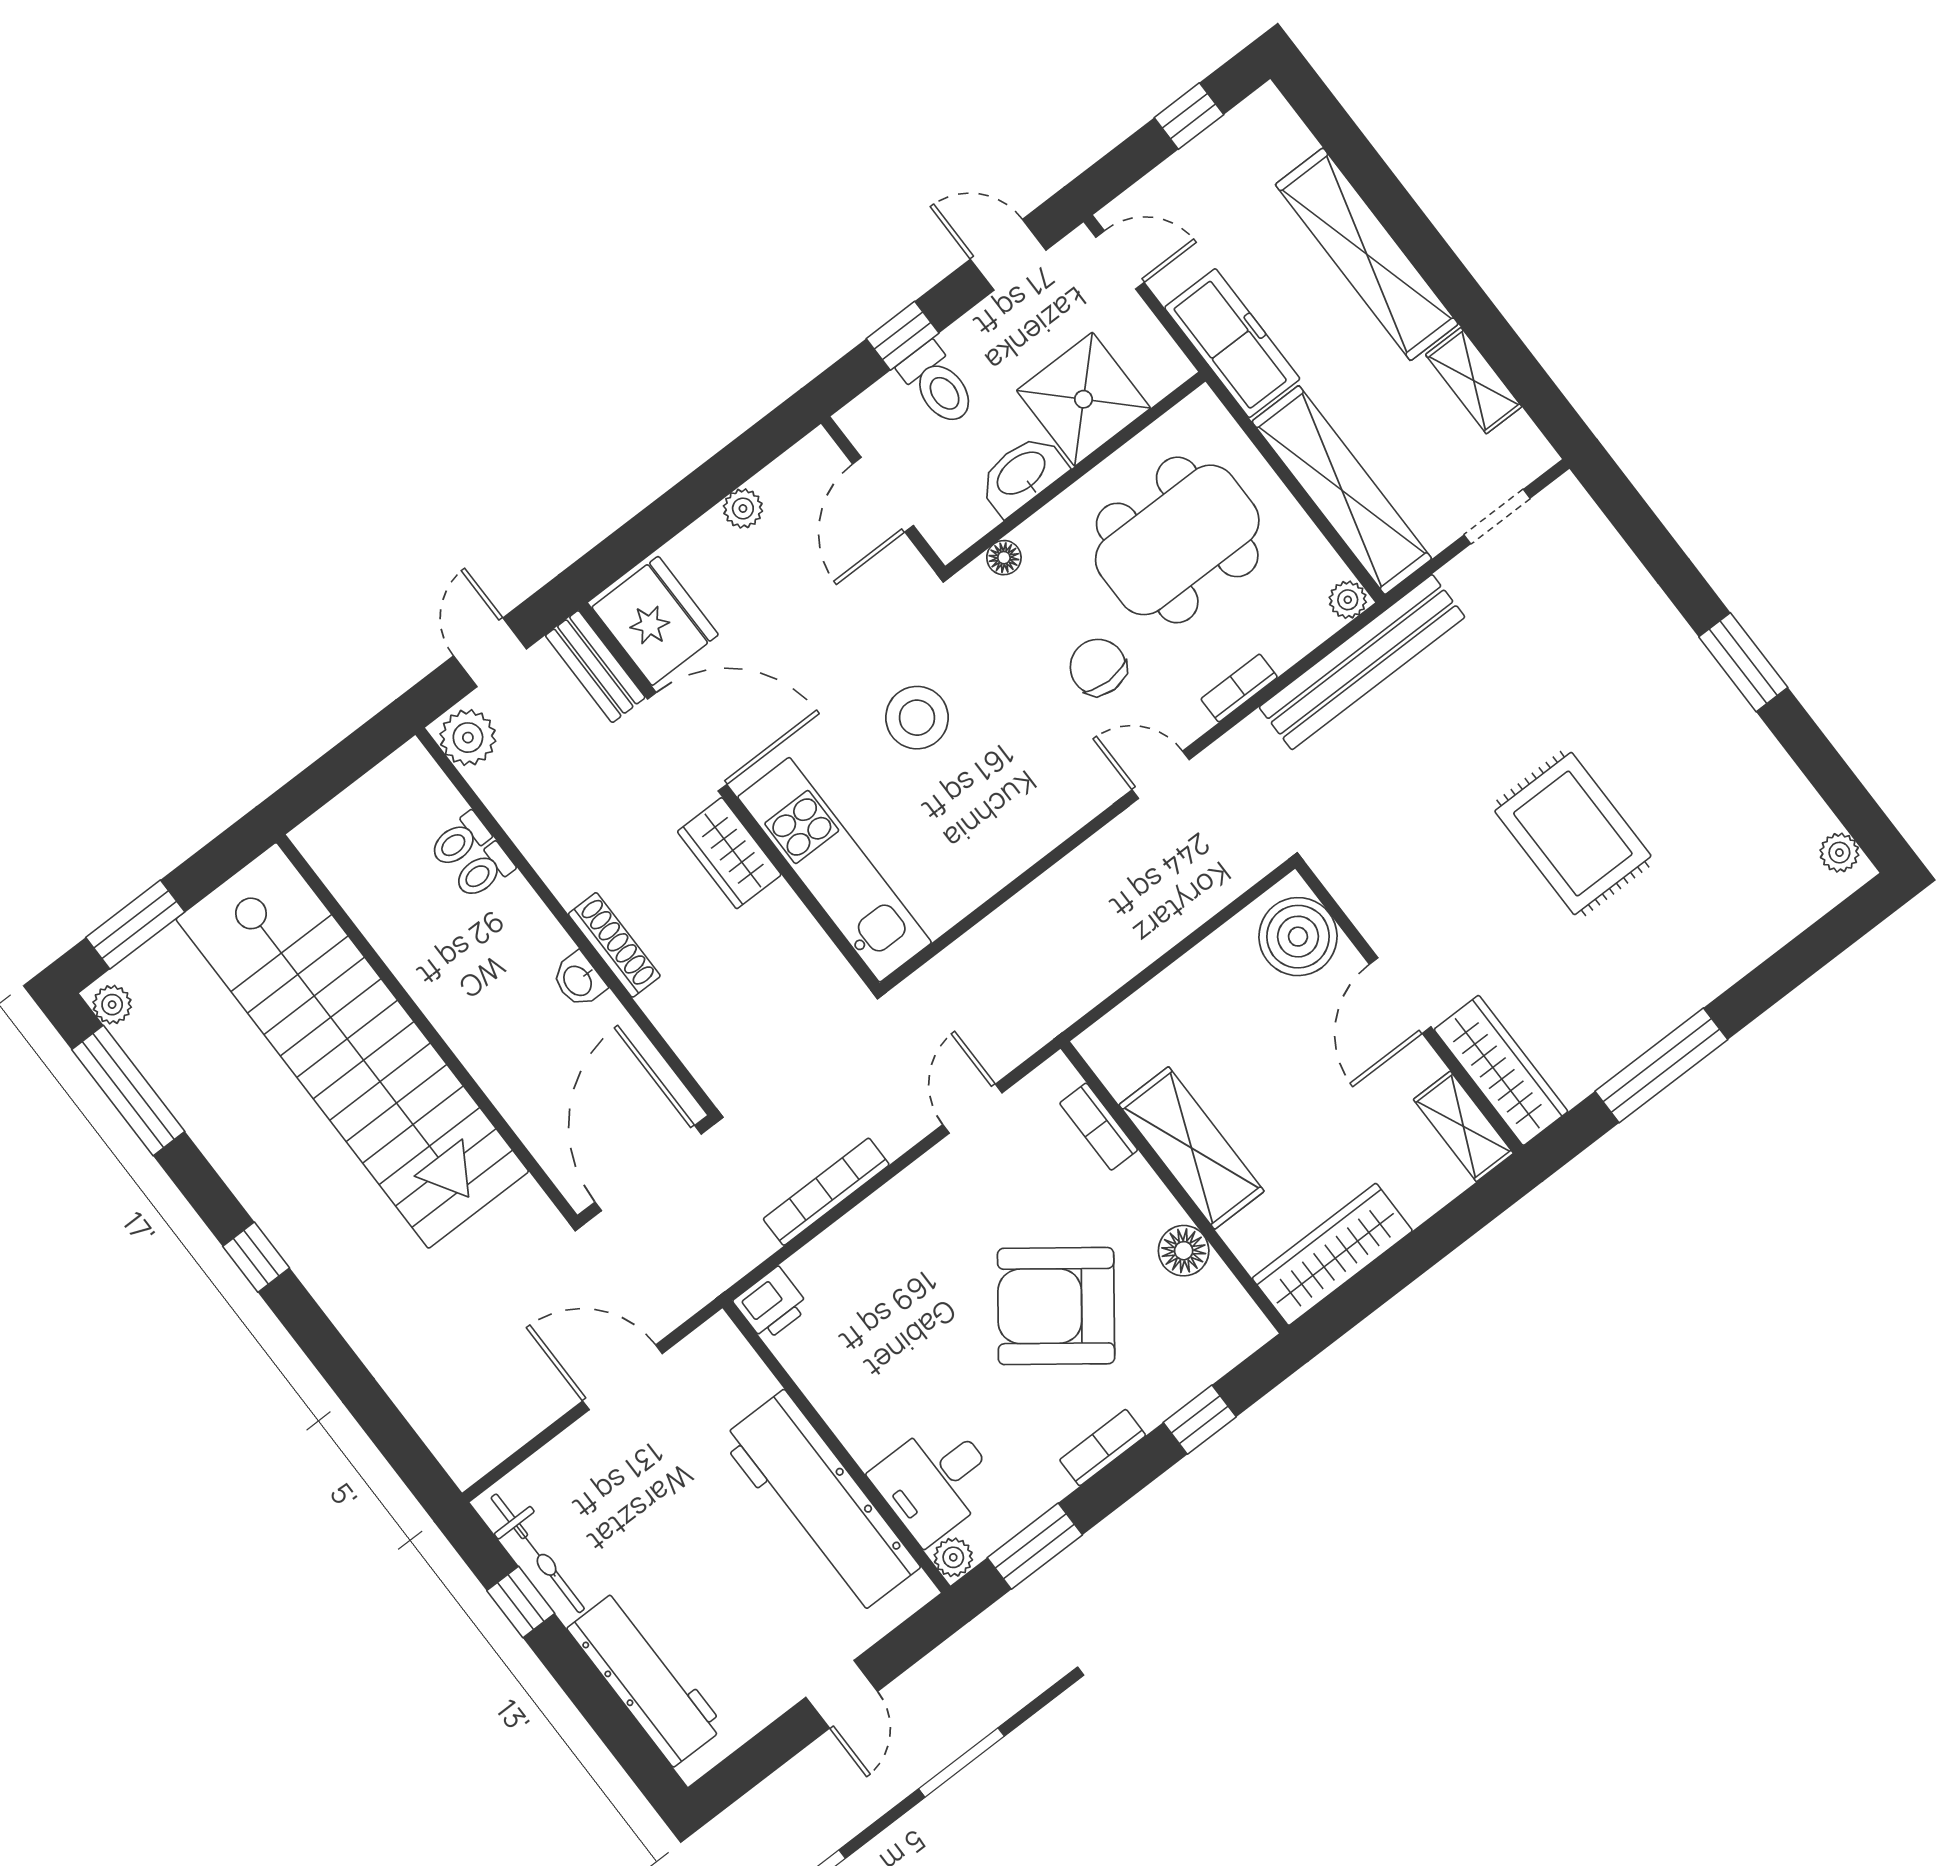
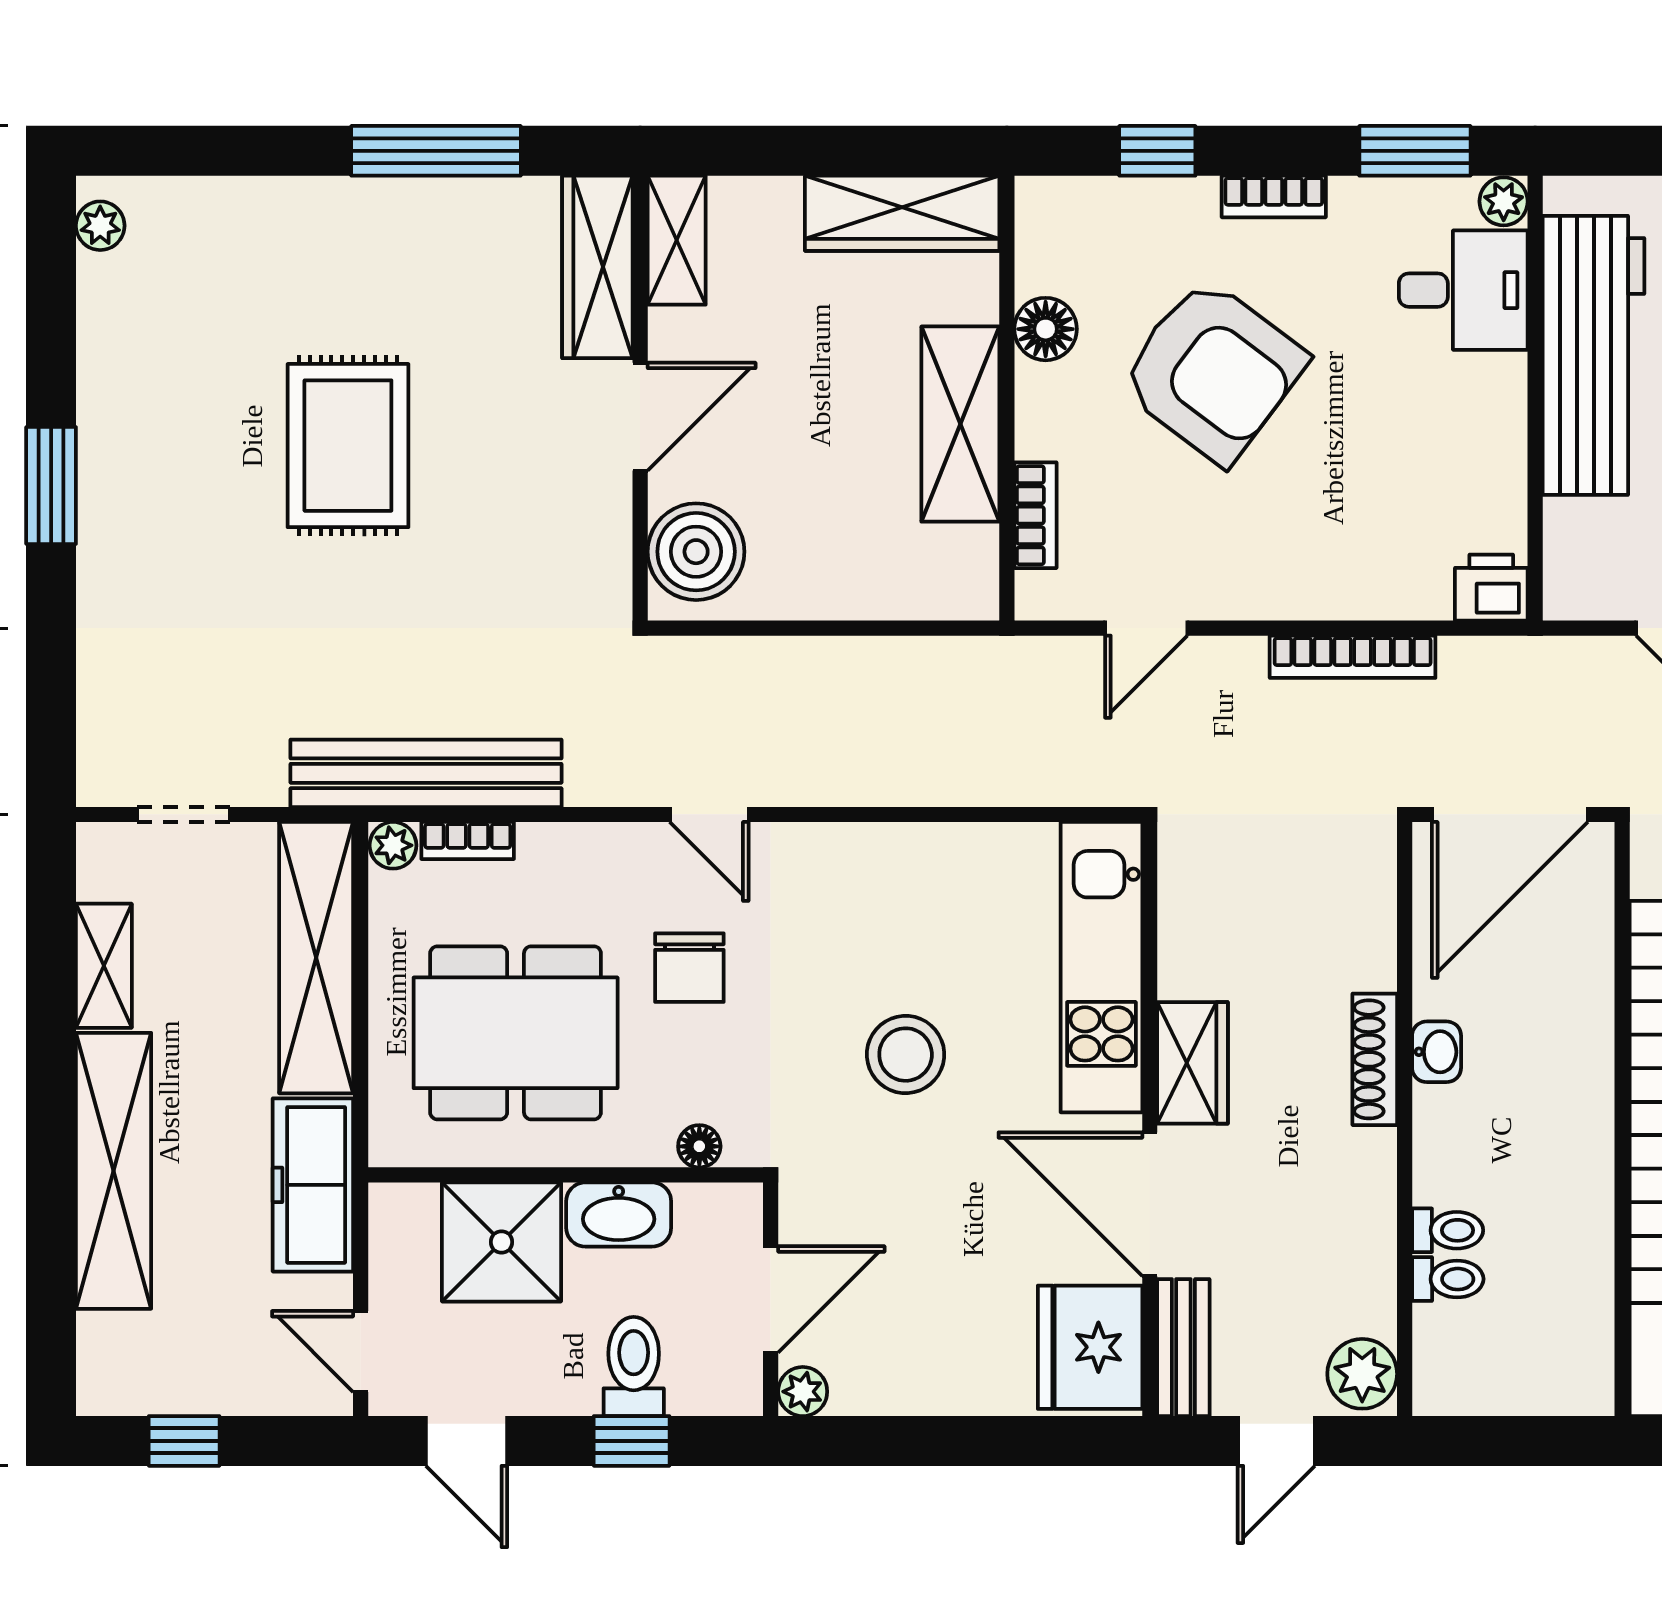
plant: (743, 508) -> (803, 1392), moved
bookcase: (1239, 688) -> (468, 840), moved

